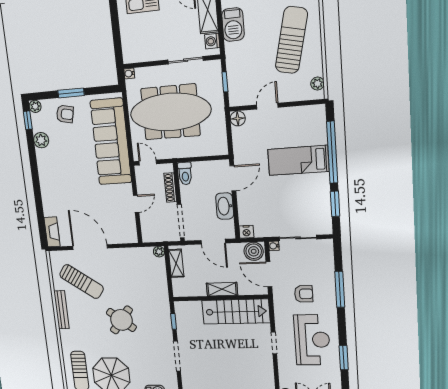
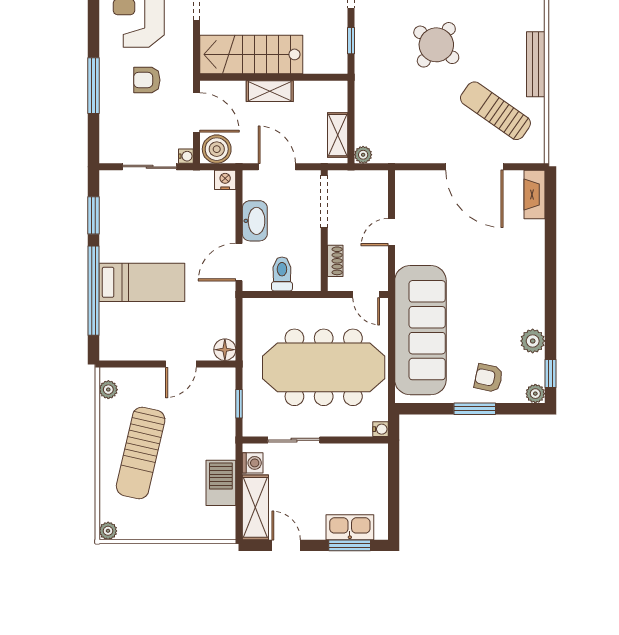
toilet: (185, 173) -> (282, 274), moved
shoe rack: (170, 187) -> (335, 261), width x0.70

